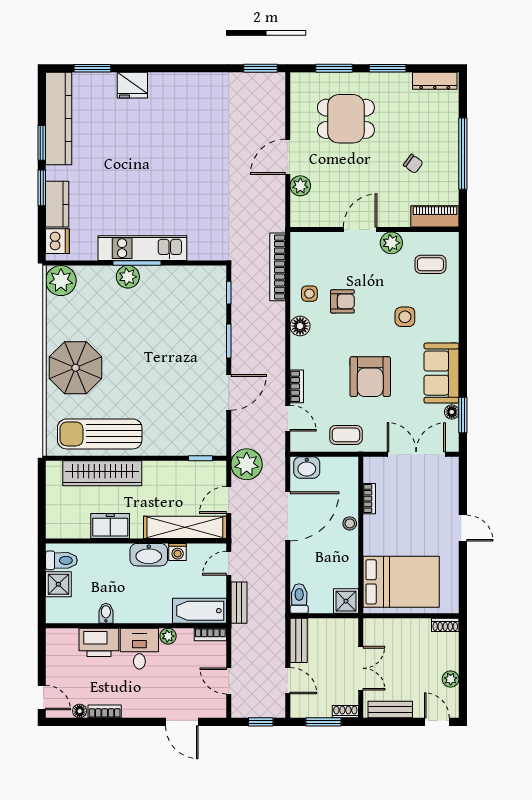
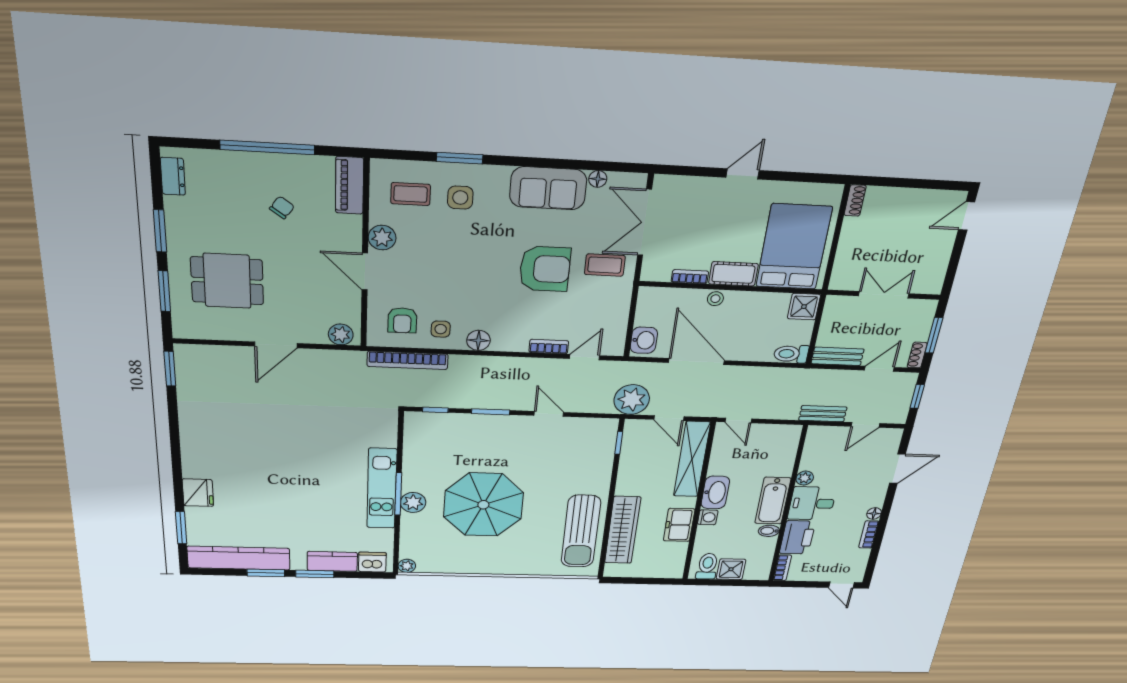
dresser: (435, 81) -> (173, 176), width x0.70
dining table: (346, 119) -> (227, 281), turned 90
door: (288, 157) -> (276, 345), hinge flipped
plant: (300, 186) -> (341, 334), moved
coffee table: (430, 264) -> (411, 194), turned 90
plant: (61, 281) -> (407, 566), width x0.53, depth x0.53
armchair: (342, 301) -> (402, 320), moved, turned 180
side table: (405, 317) -> (460, 198), moved
parasol: (76, 368) -> (483, 505), moved, width x1.36, depth x1.36
door: (229, 392) -> (549, 414), width x0.73
window: (463, 415) -> (460, 158), moved
coffee table: (346, 435) -> (605, 265), moved, turned 90
cot: (374, 535) -> (733, 274), added
washing machine: (178, 552) -> (708, 517), moved
bench: (239, 603) -> (823, 414), moved
bathtub: (199, 611) -> (773, 501), moved
bookcase: (210, 634) -> (782, 568), moved
plant: (451, 679) -> (921, 198), removed
door: (42, 698) -> (841, 585), swing flipped
bench: (390, 710) -> (939, 266), removed
floor lamp: (80, 711) -> (874, 513), moved
shoe rack: (345, 712) -> (917, 355), moved

